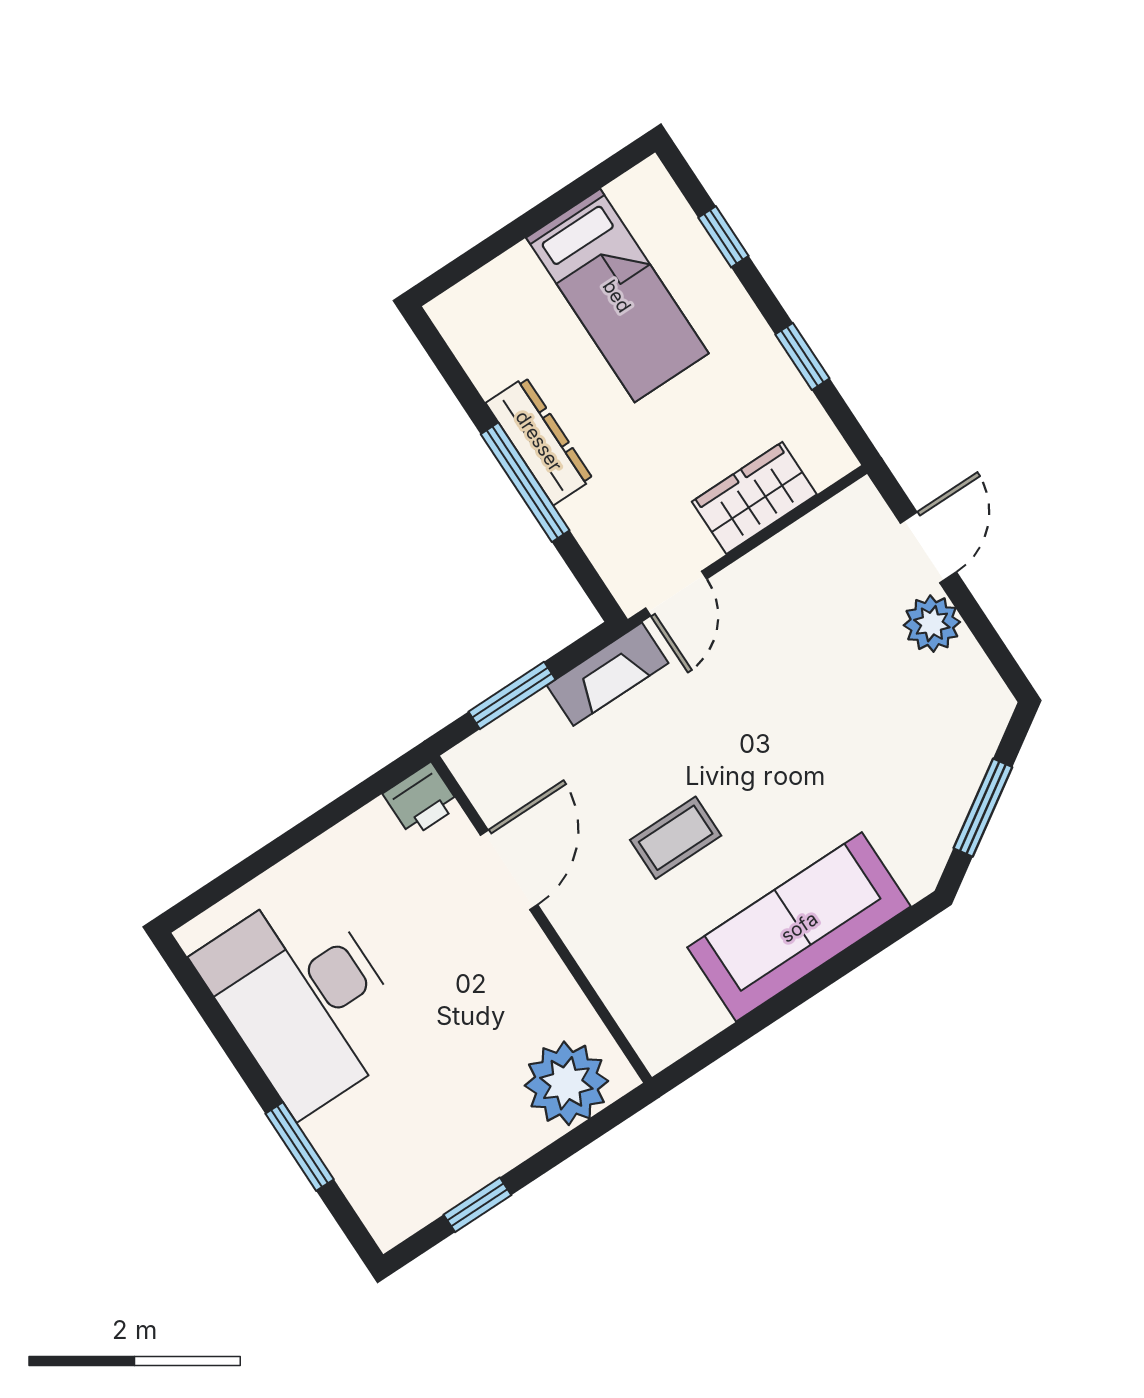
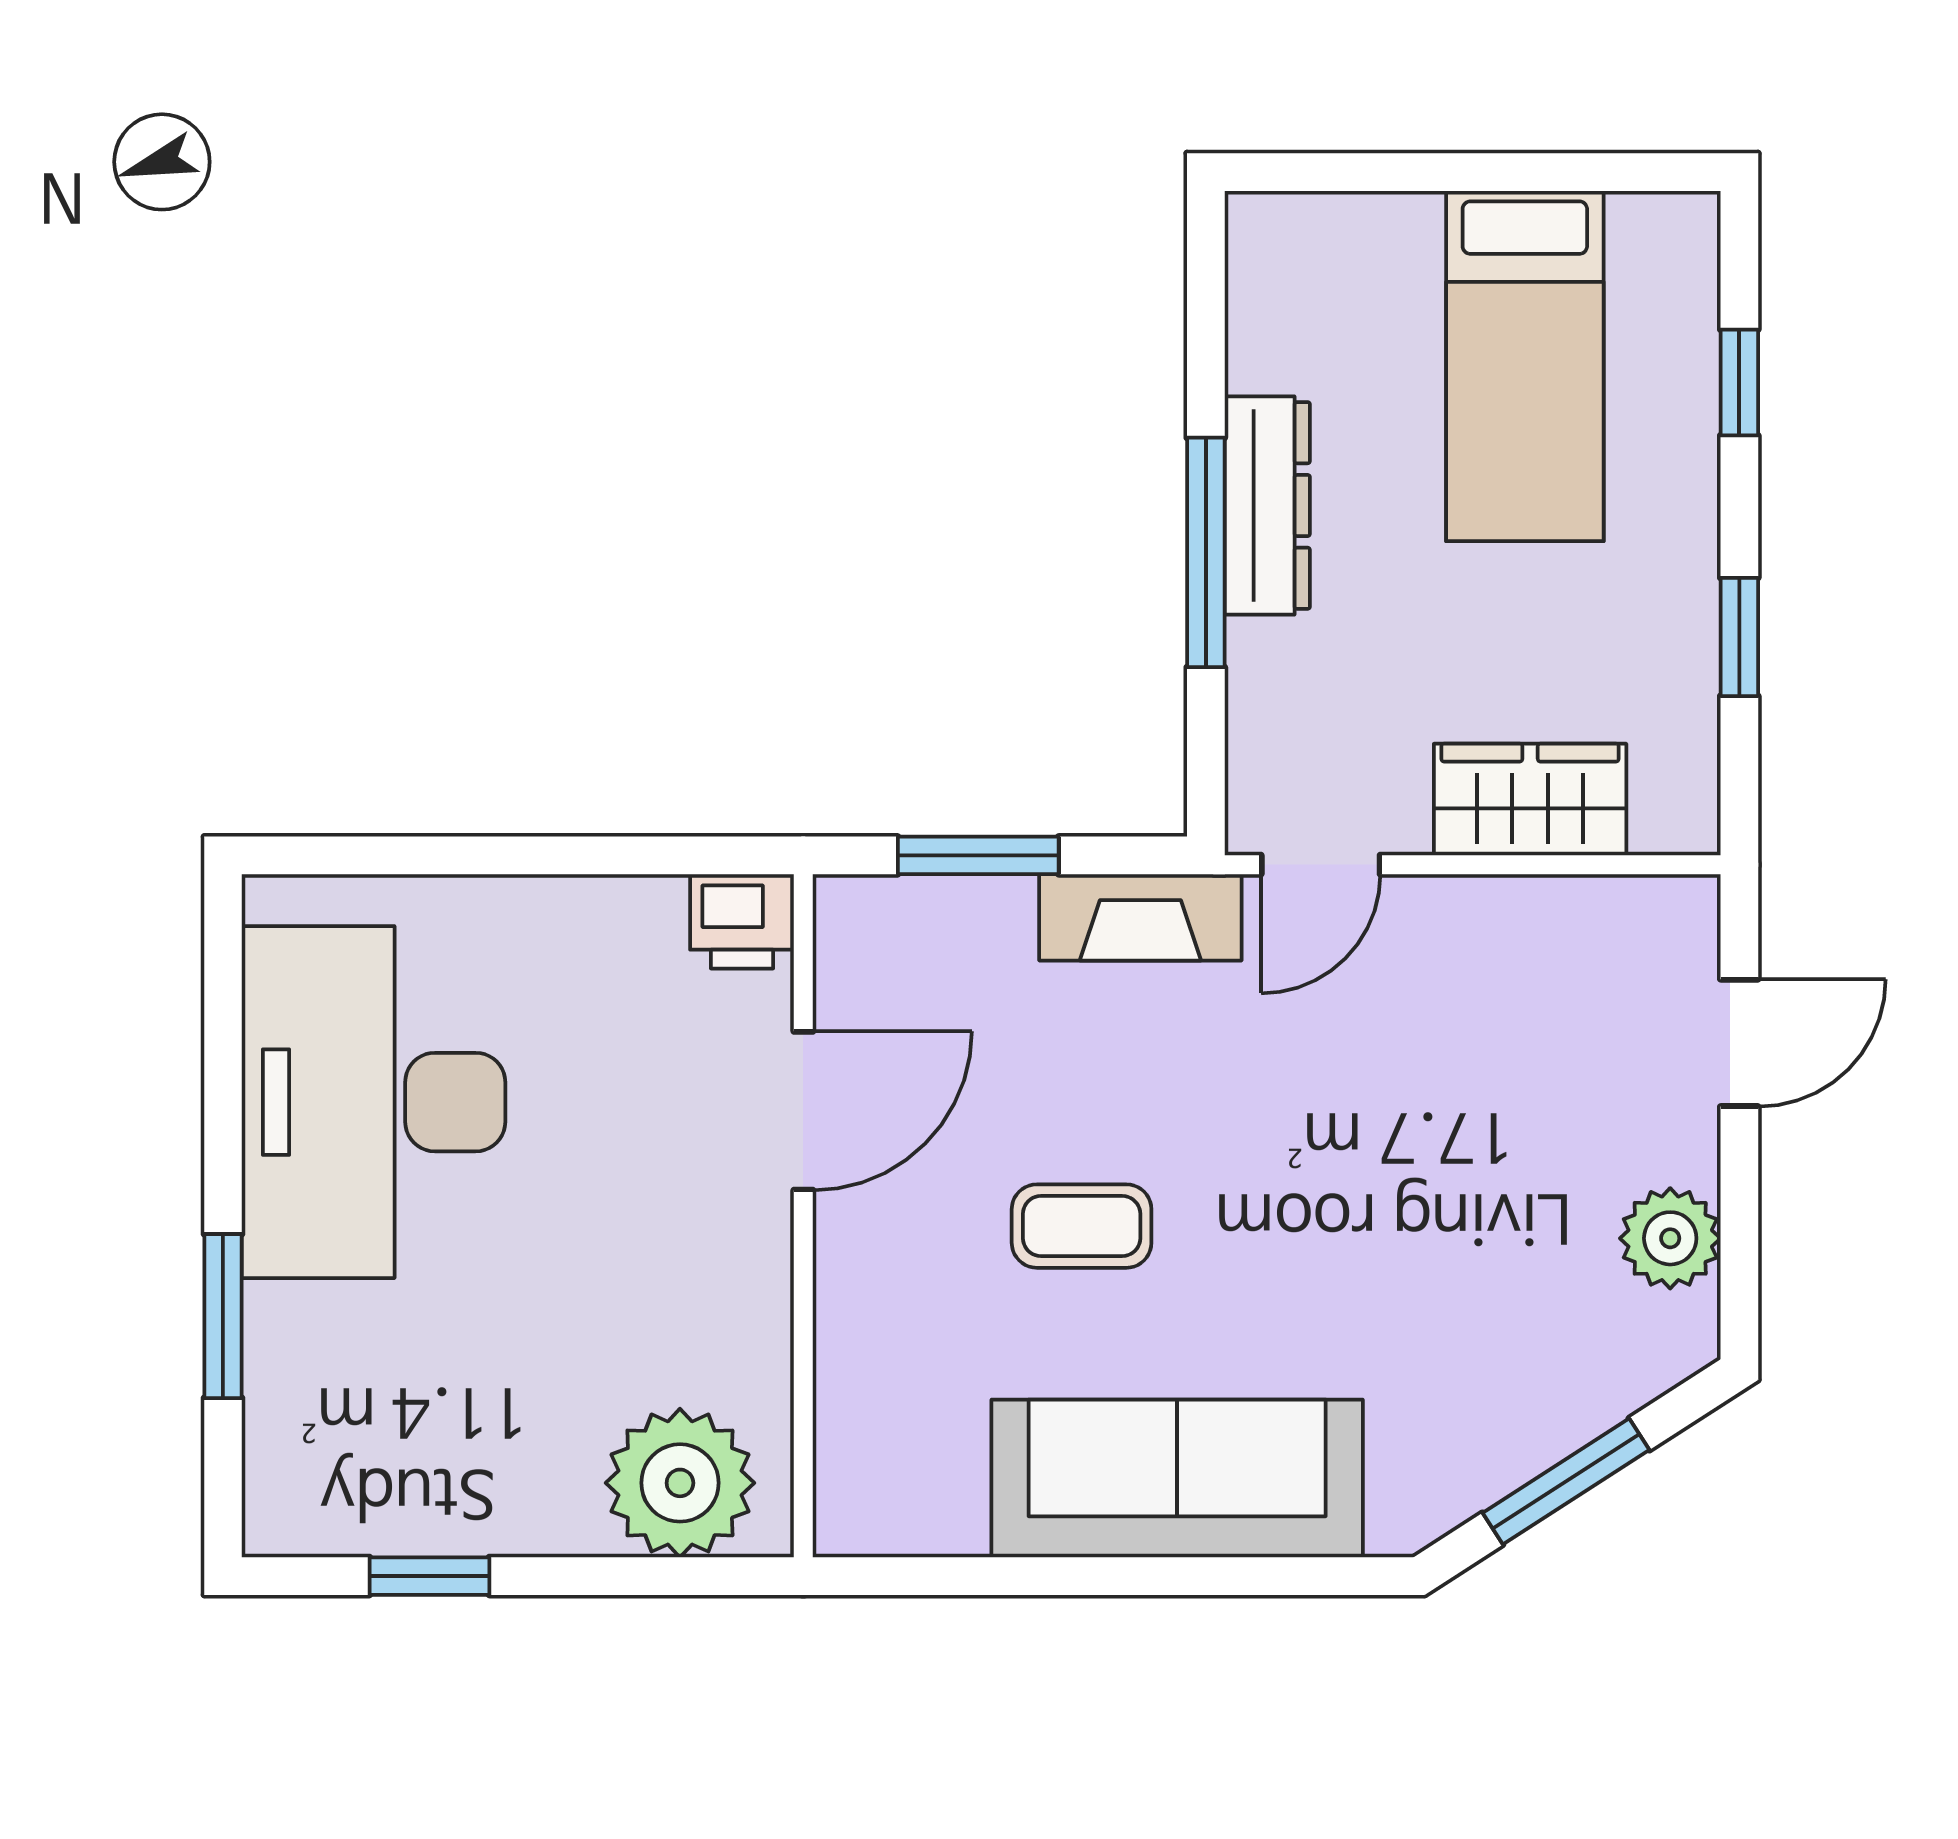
plant: (932, 624) -> (1670, 1238), moved

